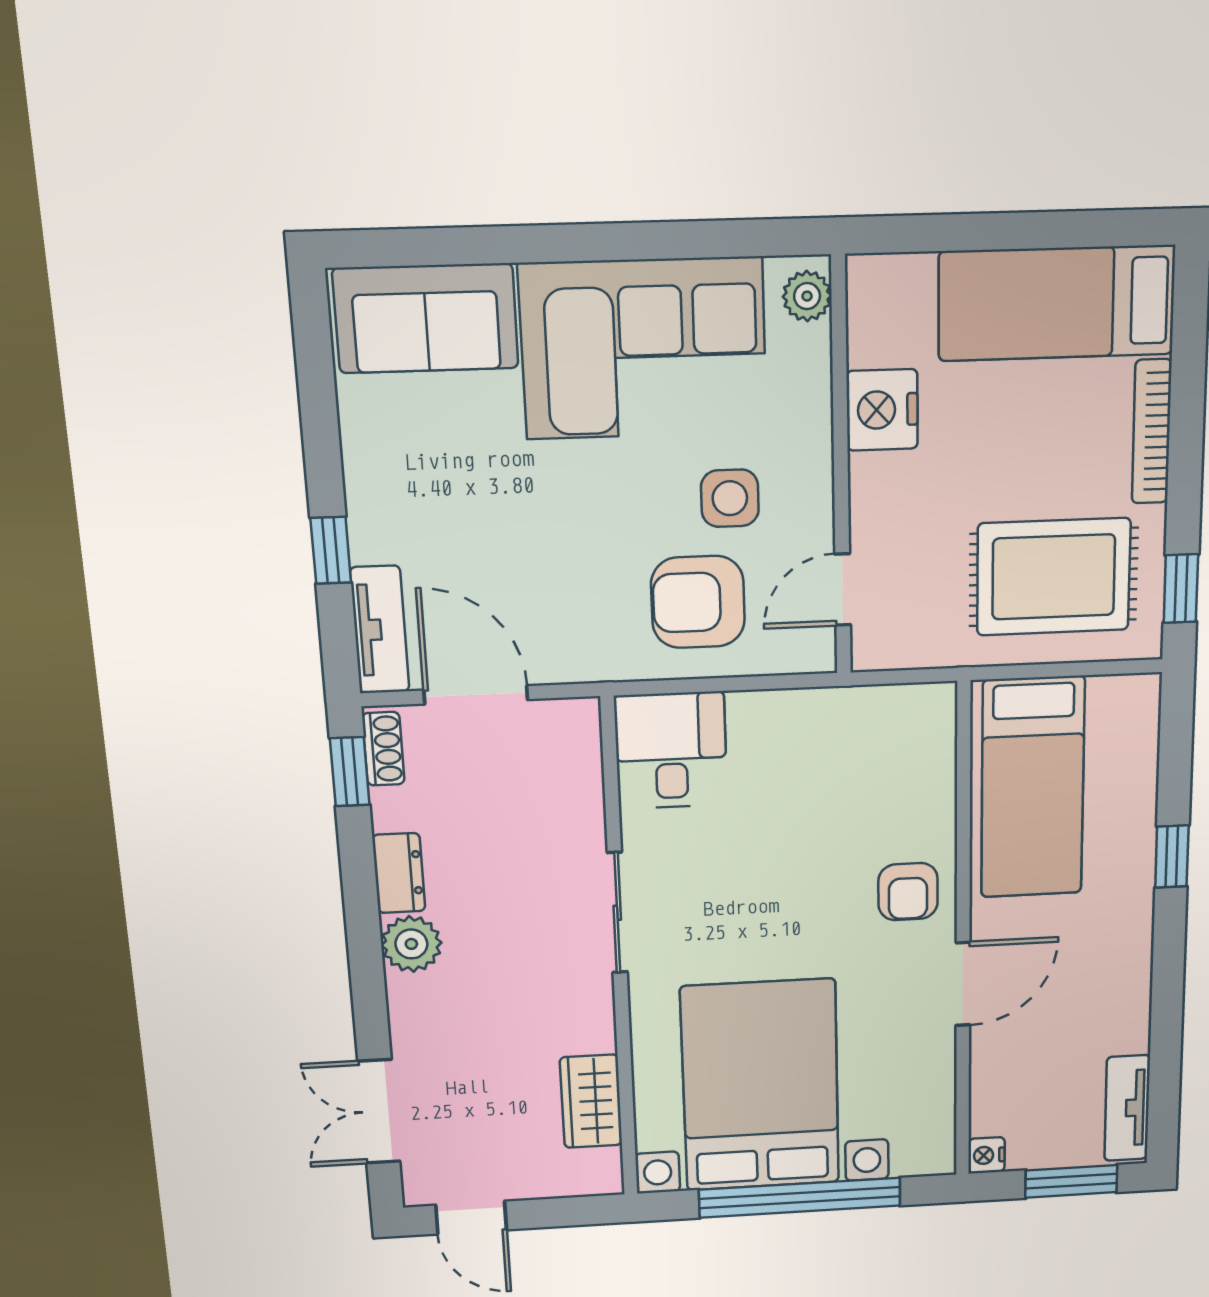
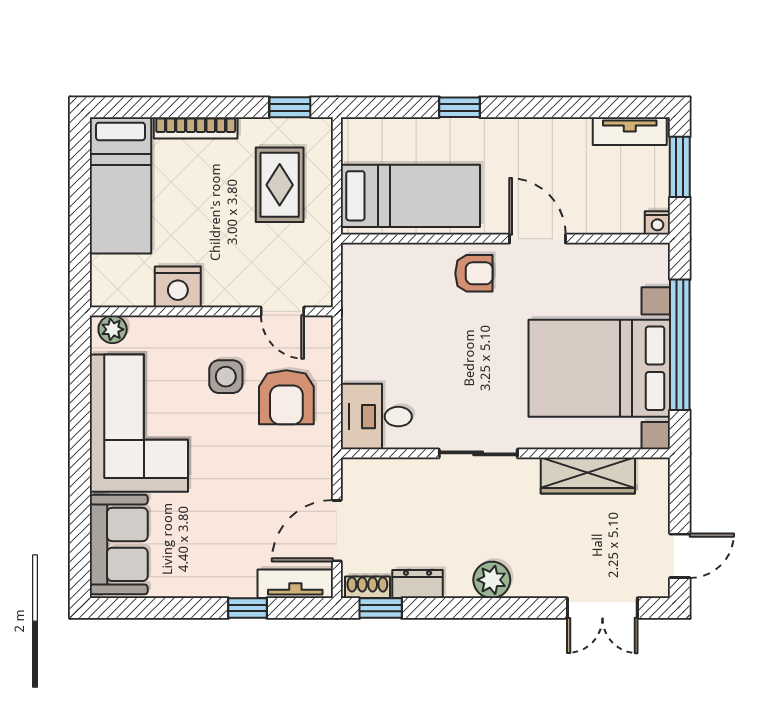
rug: (1054, 577) -> (280, 185), width x0.73, depth x0.70
dresser: (399, 873) -> (418, 584), moved
wardrobe: (591, 1101) -> (588, 476), width x1.50

